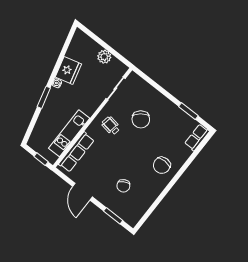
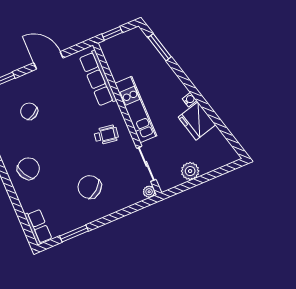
plant: (133, 76) -> (149, 192), added
window: (44, 97) -> (160, 47), moved
chair: (141, 119) -> (90, 187), moved
kitchen unit: (69, 133) -> (136, 110), moved
chair: (162, 165) -> (28, 169), turned 62

